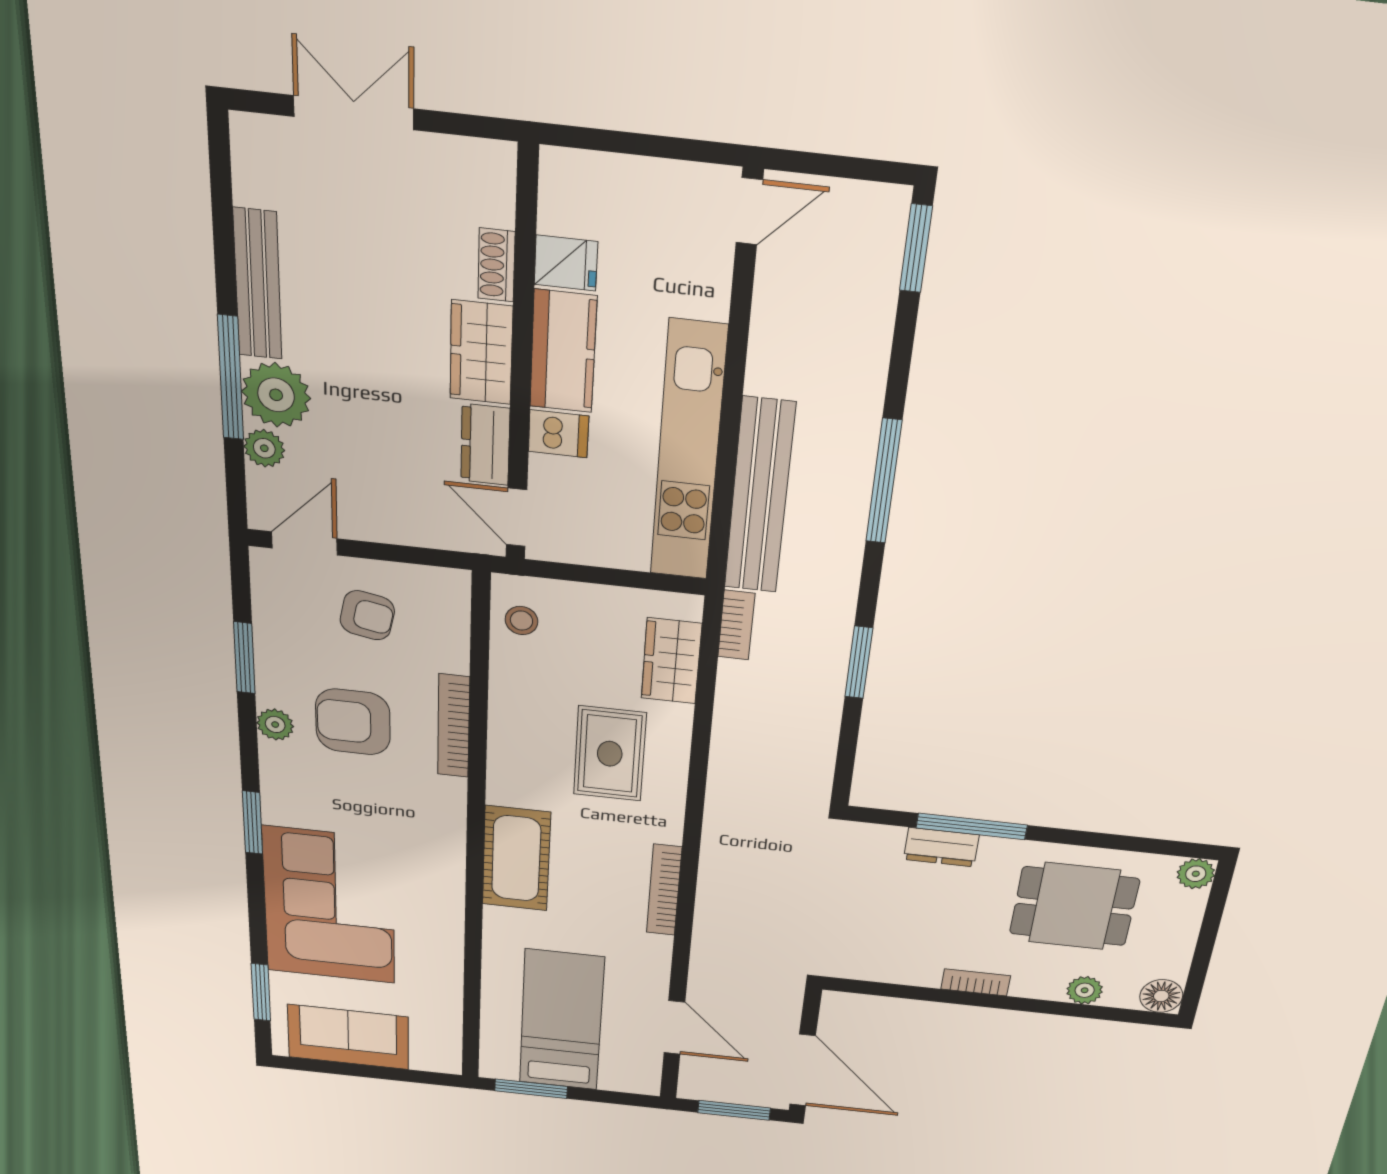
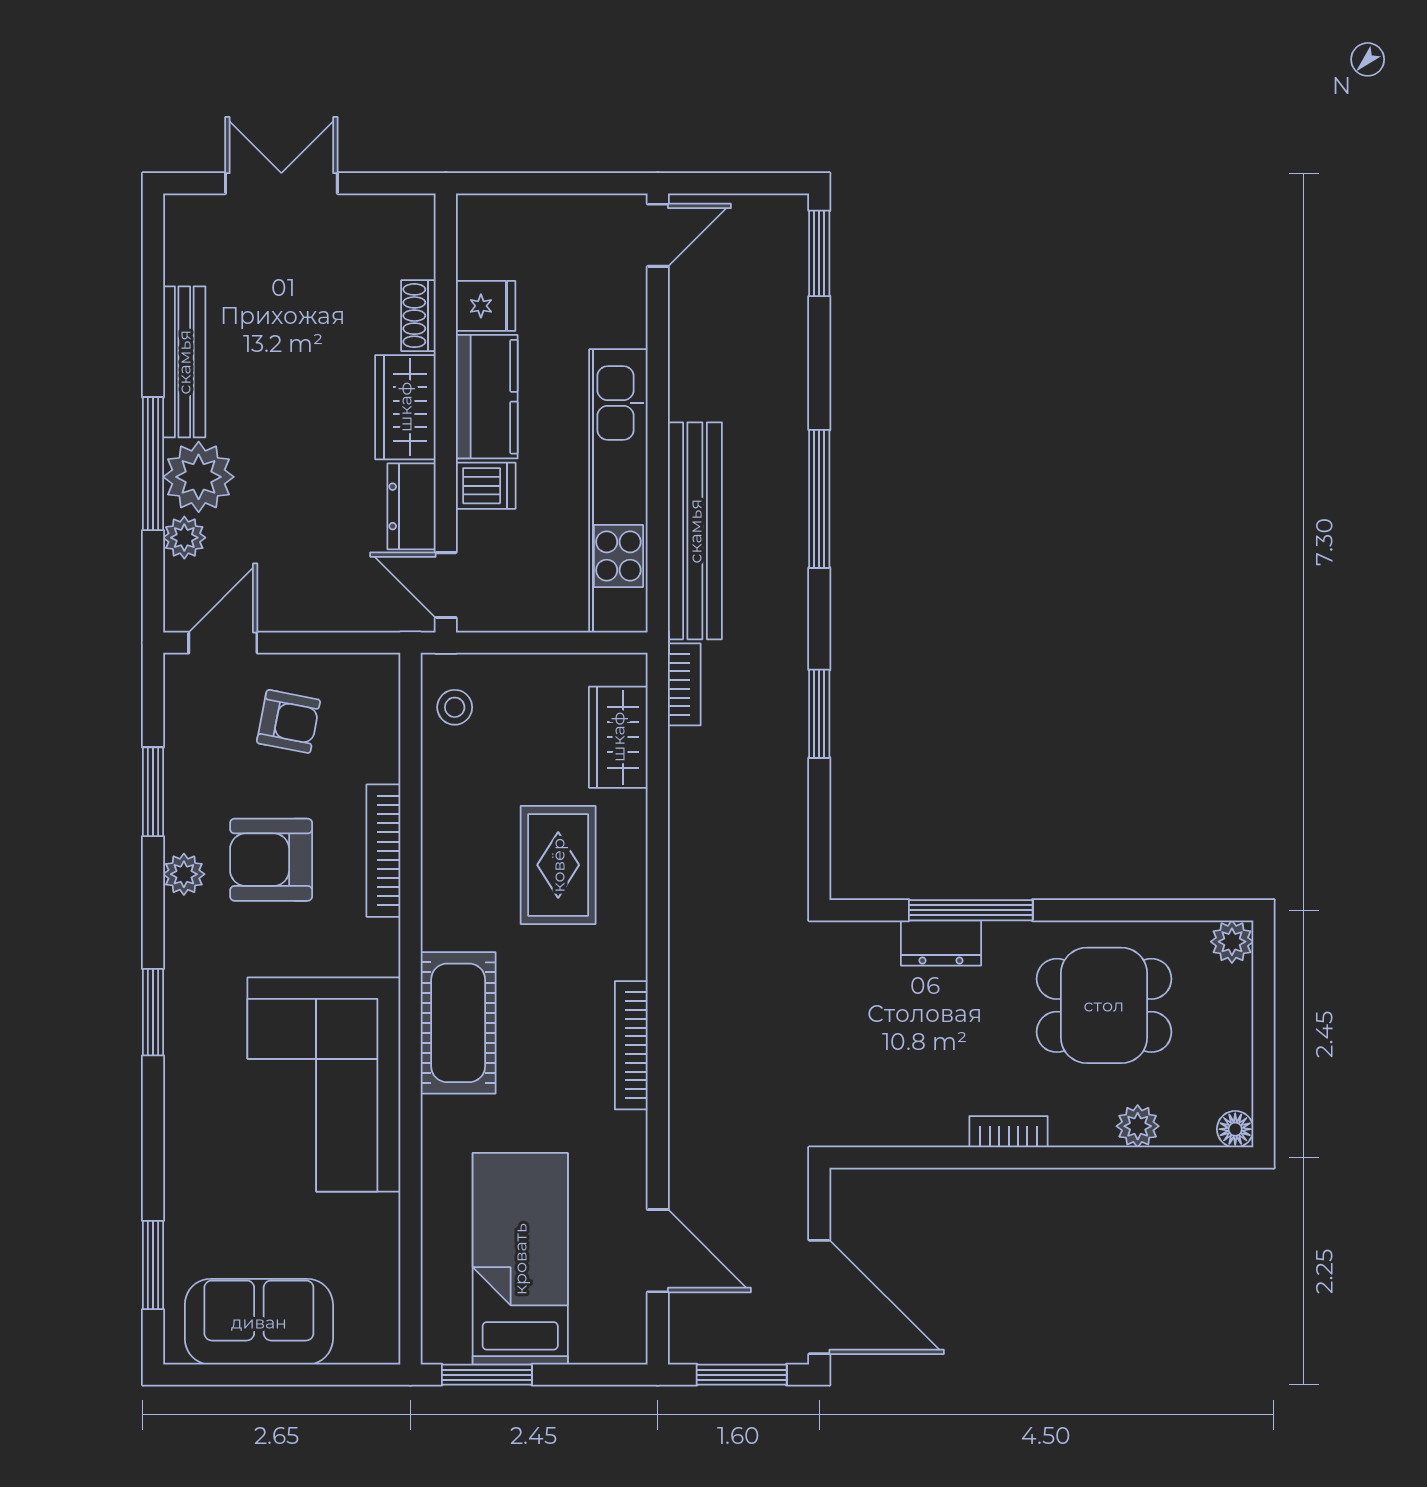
corner sofa: (329, 906) -> (324, 1085), moved, turned 180
floor lamp: (1161, 996) -> (1235, 1129), width x0.73, depth x0.73

